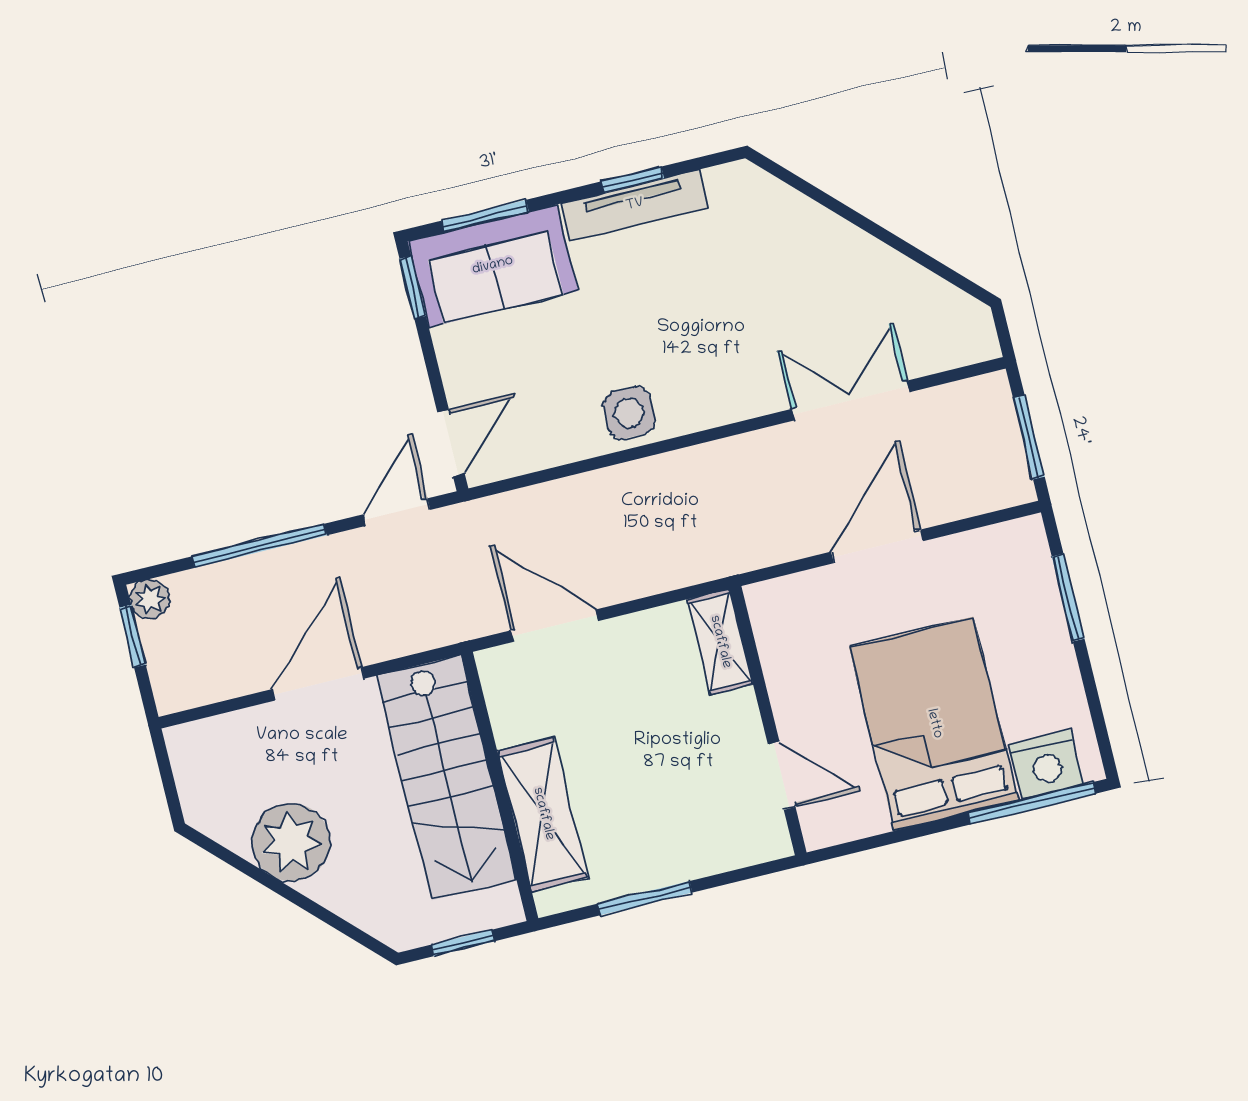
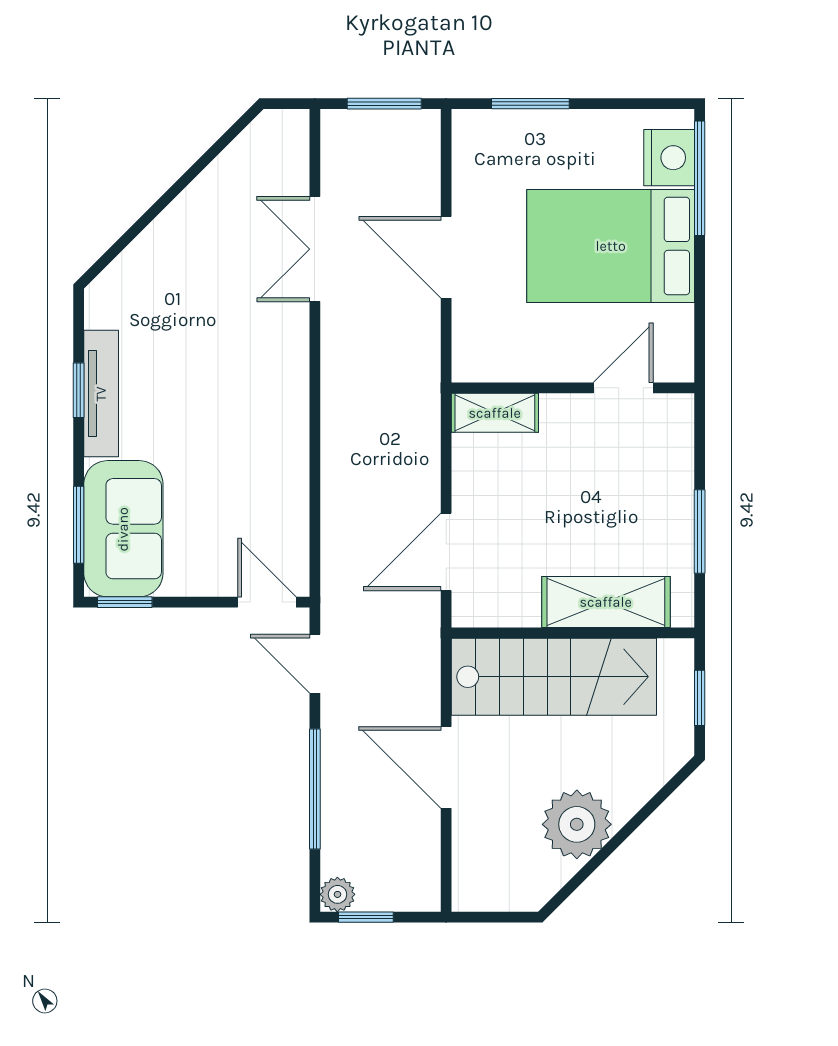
side table: (629, 413) -> (279, 442), removed

